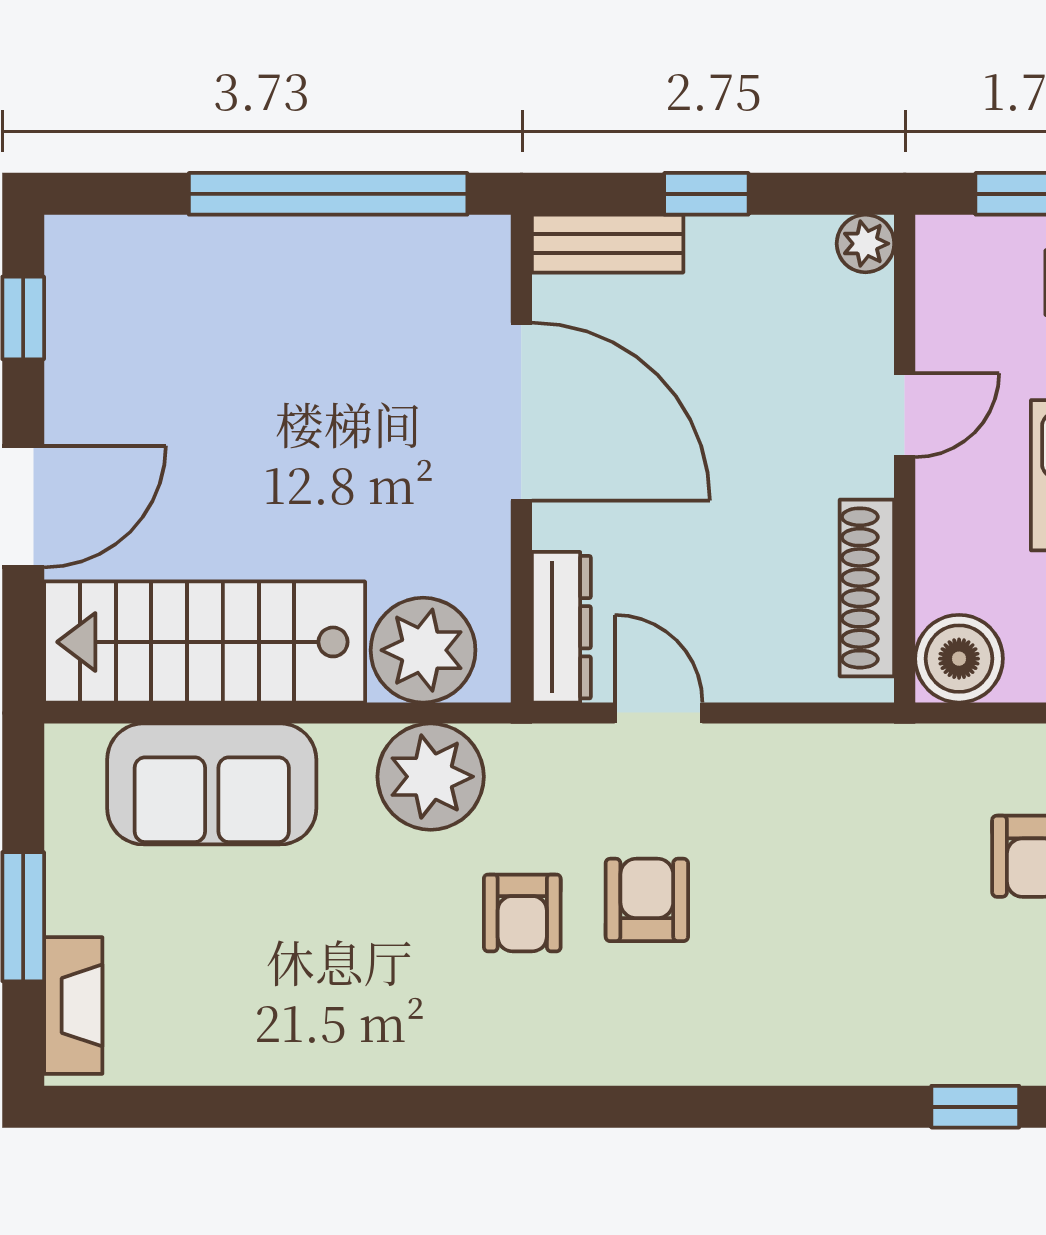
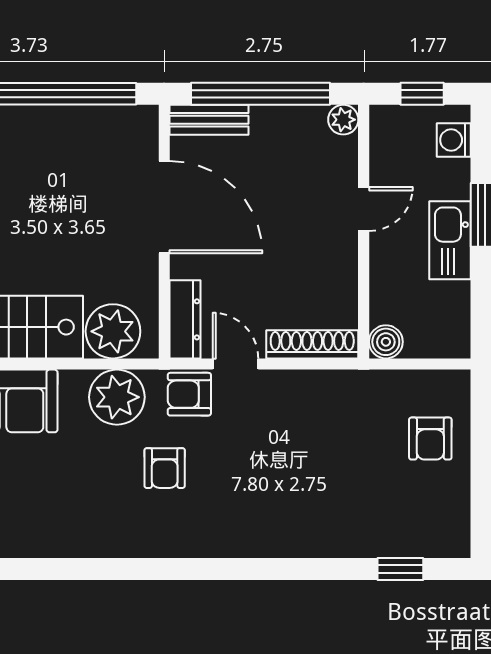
window: (706, 194) -> (260, 94), width x3.17
shoe rack: (867, 588) -> (312, 344), moved, turned 90
boiler: (959, 659) -> (386, 342), width x0.73, depth x0.73
armchair: (647, 900) -> (189, 394), moved, turned -90

